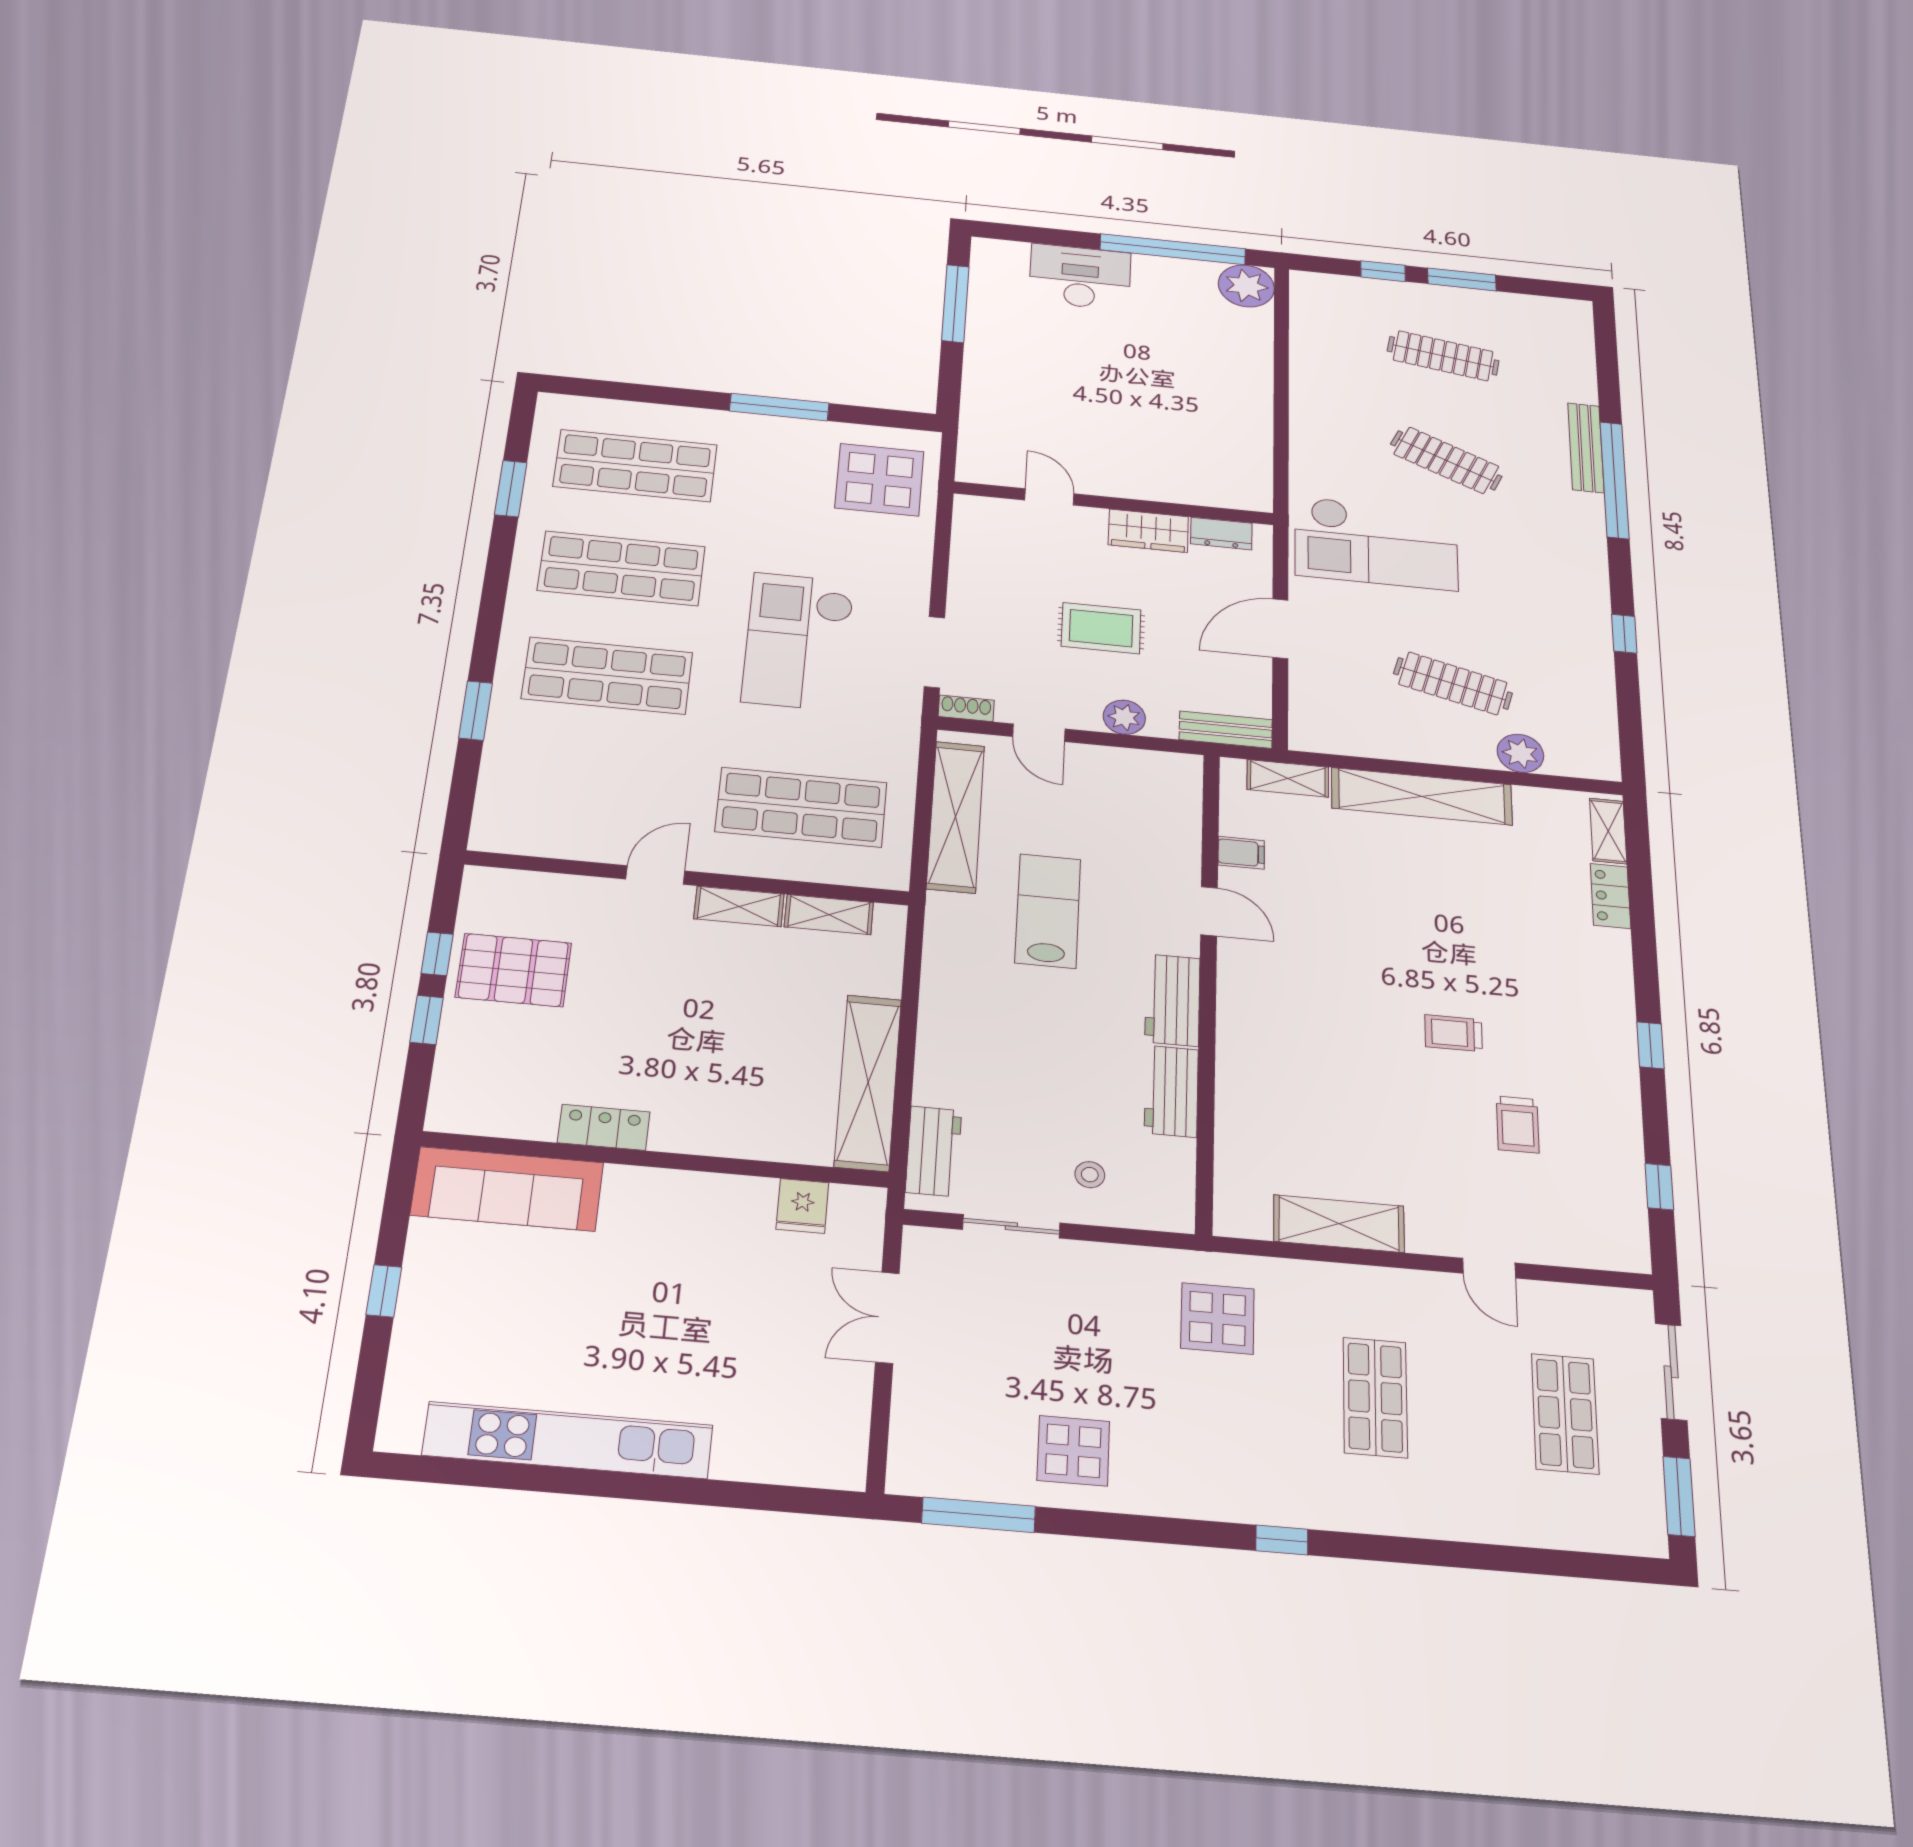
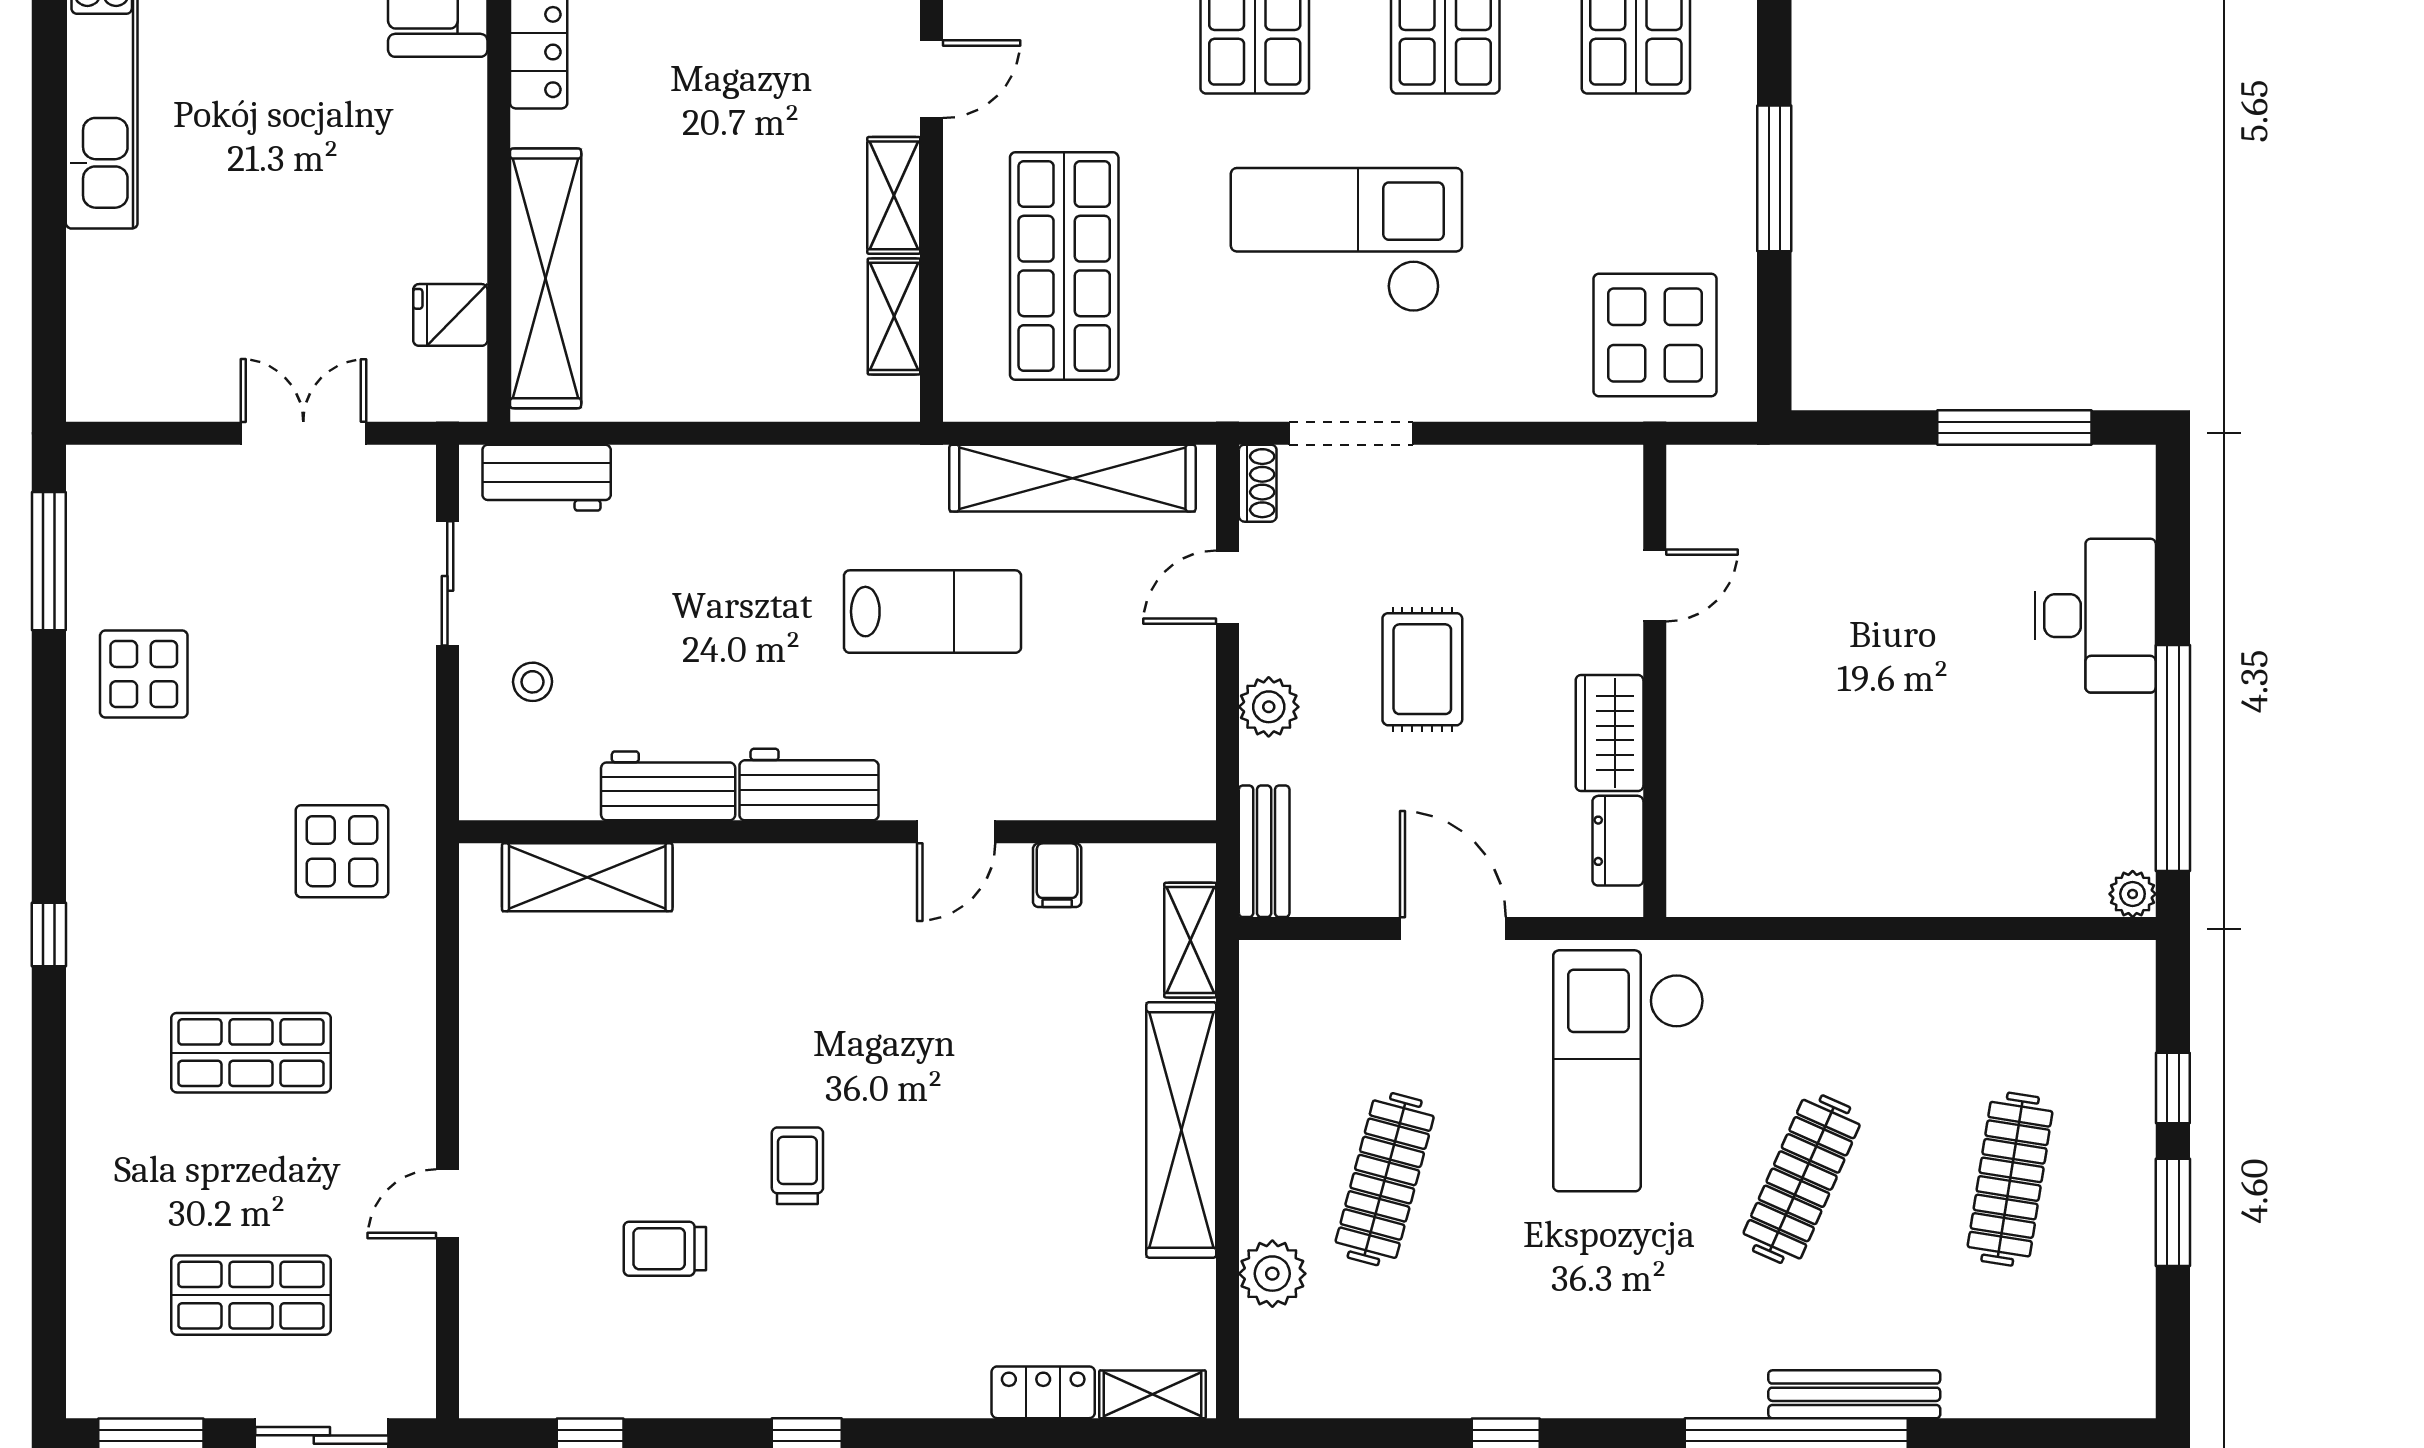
plant: (1246, 286) -> (2133, 894), width x0.53, depth x0.53
door: (655, 875) -> (931, 79), hinge flipped
shelving: (868, 1082) -> (546, 278), moved, turned 90
shelving: (1339, 1224) -> (587, 877), moved, turned 90

